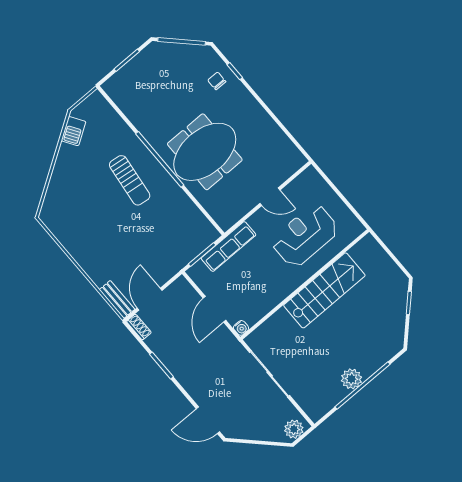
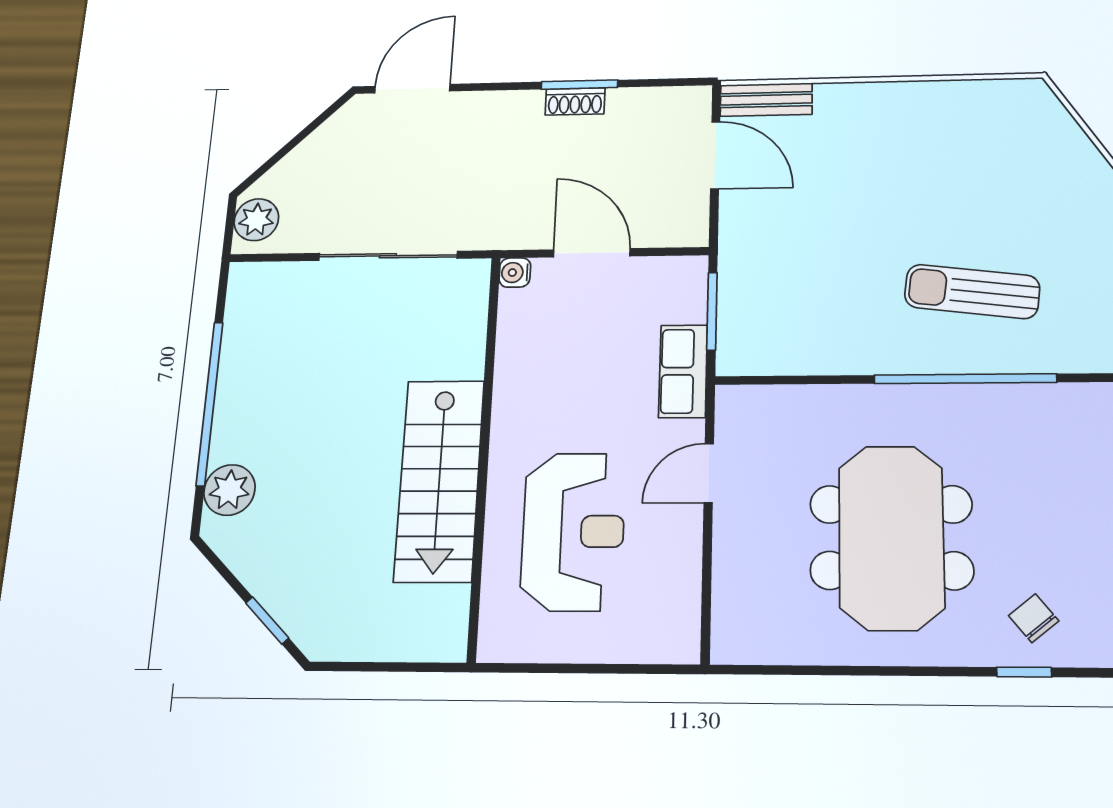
chair: (217, 81) -> (1034, 618), turned -129
meeting table: (205, 152) -> (891, 537), moved
door: (270, 197) -> (709, 473), moved
row of seats: (228, 246) -> (683, 371), width x0.68
shoe rack: (139, 327) -> (575, 101), moved
plant: (351, 379) -> (229, 490), moved

